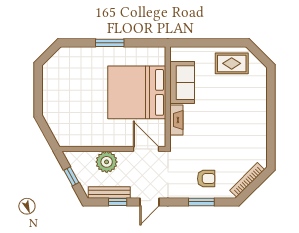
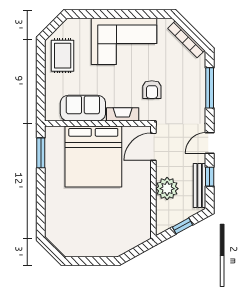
window: (110, 43) -> (41, 153), moved
corner sofa: (245, 121) -> (124, 41), added
armchair: (206, 179) -> (152, 90), moved, turned 180
door: (149, 202) -> (210, 143), swing flipped
window: (201, 202) -> (210, 88), width x1.44

